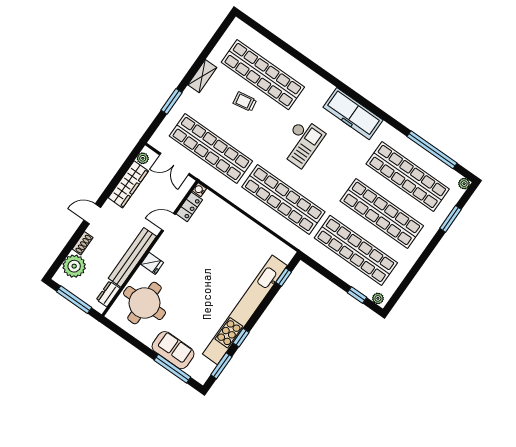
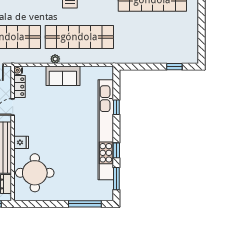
shop shelf: (356, 250) -> (152, 37), removed
window: (284, 277) -> (116, 107), moved
plant: (378, 298) -> (55, 59), moved
sofa: (173, 350) -> (63, 76), moved, turned 180

